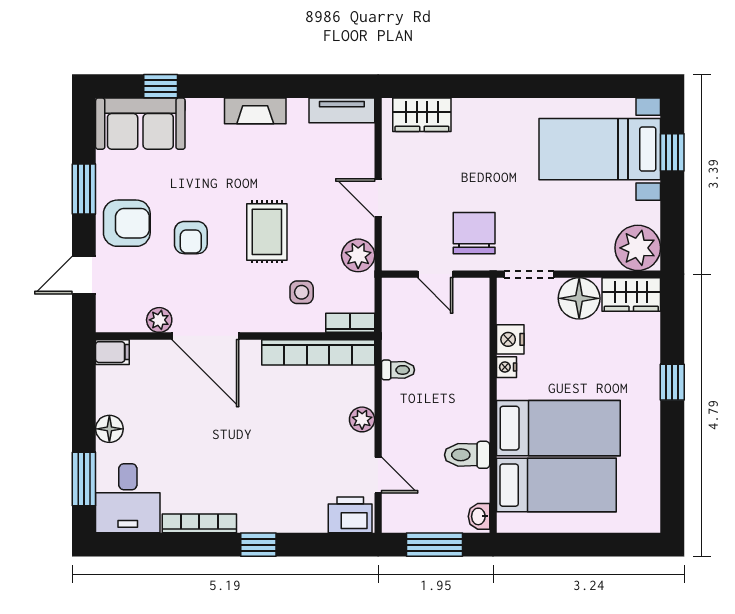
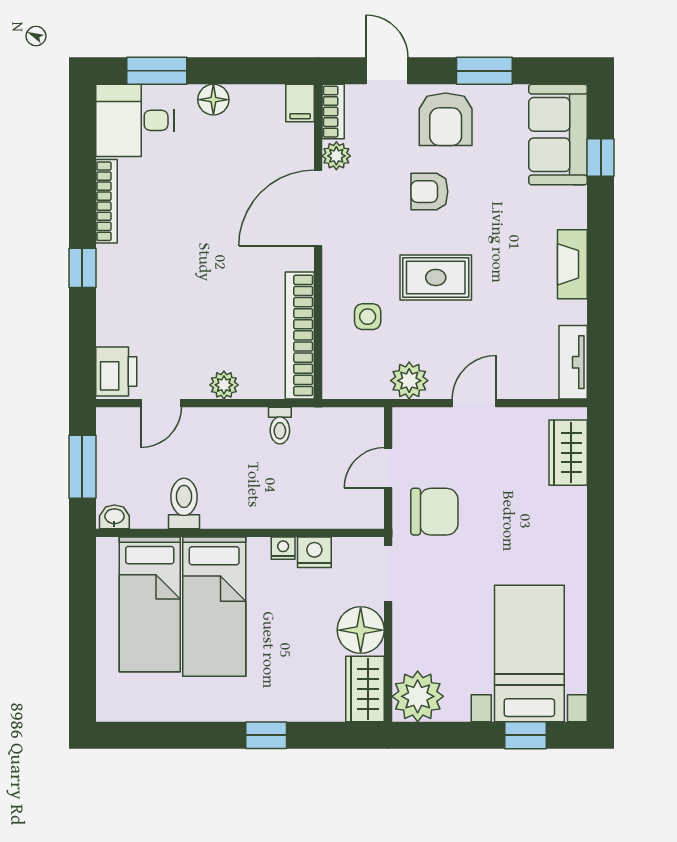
bookcase: (350, 323) -> (333, 112), moved

